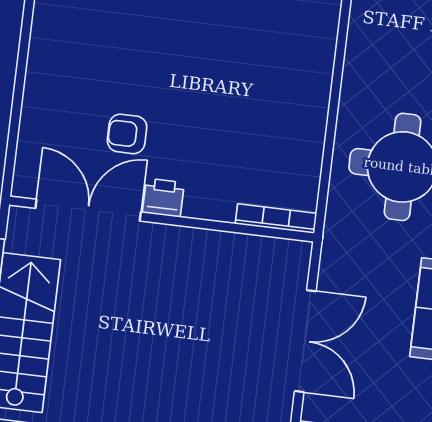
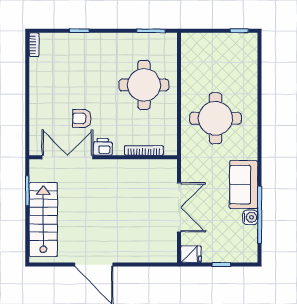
round table: (264, 80) -> (144, 85), added
bookcase: (276, 219) -> (144, 150), moved

